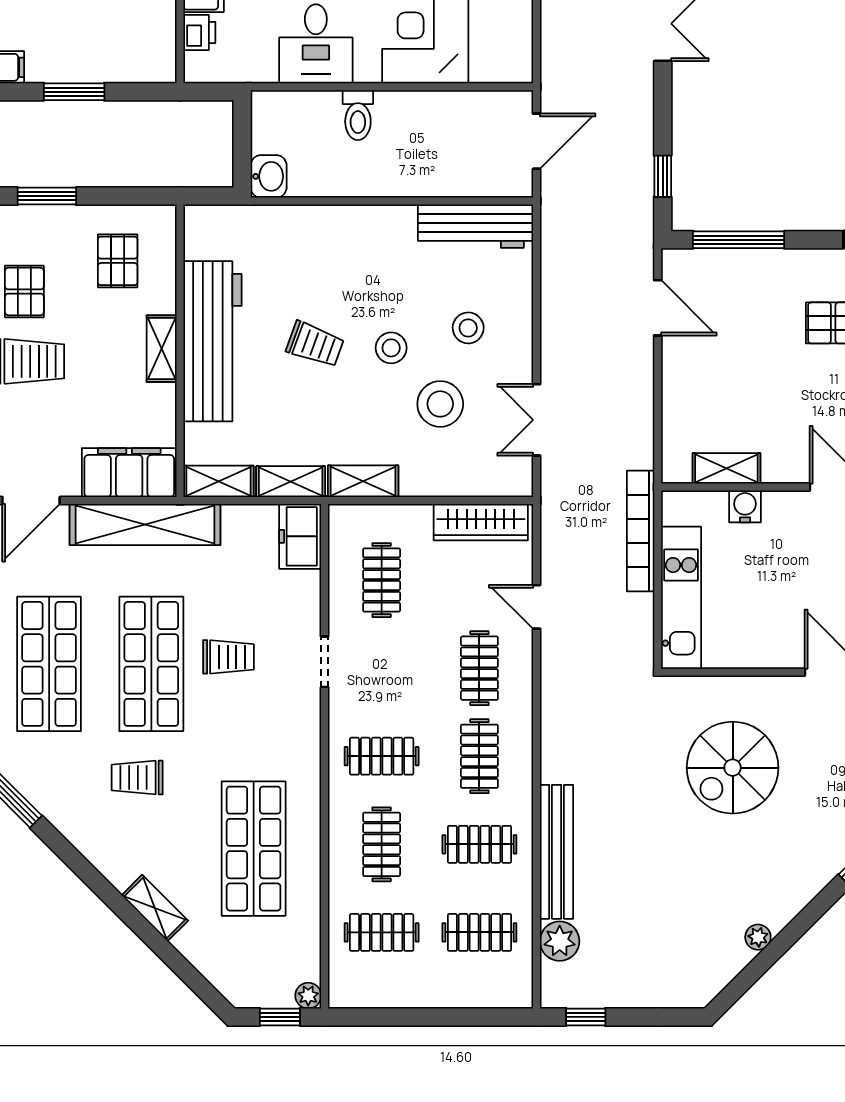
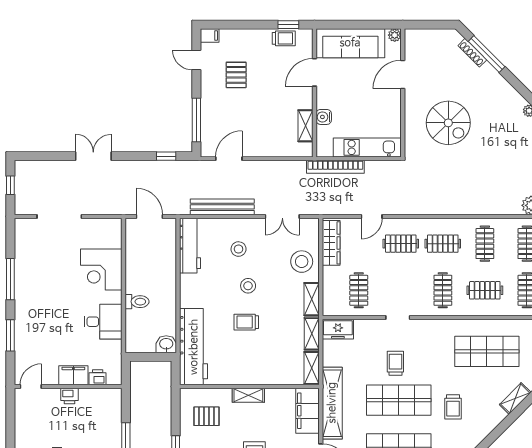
workbench: (212, 341) -> (194, 347), moved, turned 90
trolley: (315, 344) -> (246, 322), turned -110
stool: (440, 404) -> (302, 262), moved
clothes rail: (382, 580) -> (359, 290), turned 90
bench: (557, 852) -> (222, 207), moved

